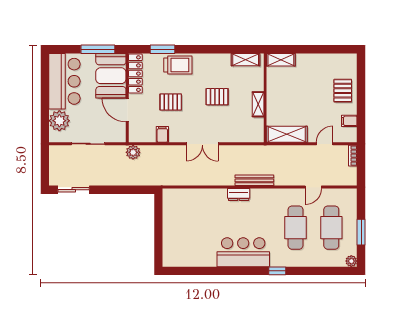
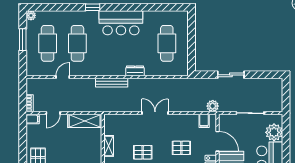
filing cabinet: (349, 121) -> (33, 119), moved
filing cabinet: (162, 134) -> (204, 121), moved
sliding door: (74, 190) -> (231, 75), moved
dresser: (239, 195) -> (135, 71), moved
cafe table: (188, 228) -> (167, 43), added

